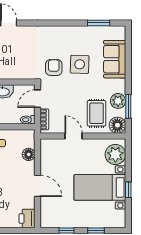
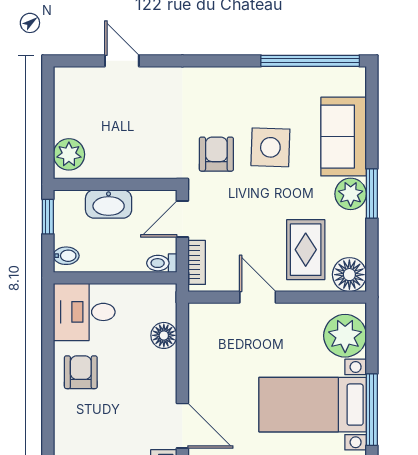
window: (99, 23) -> (310, 61), width x2.11
plant: (118, 101) -> (351, 194), moved
window: (128, 106) -> (372, 194), moved
door: (37, 186) -> (182, 426), moved
window: (128, 190) -> (372, 410), width x2.17

